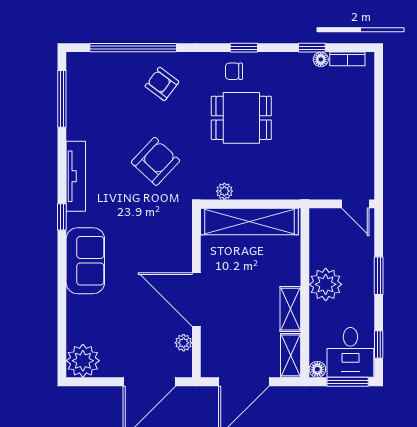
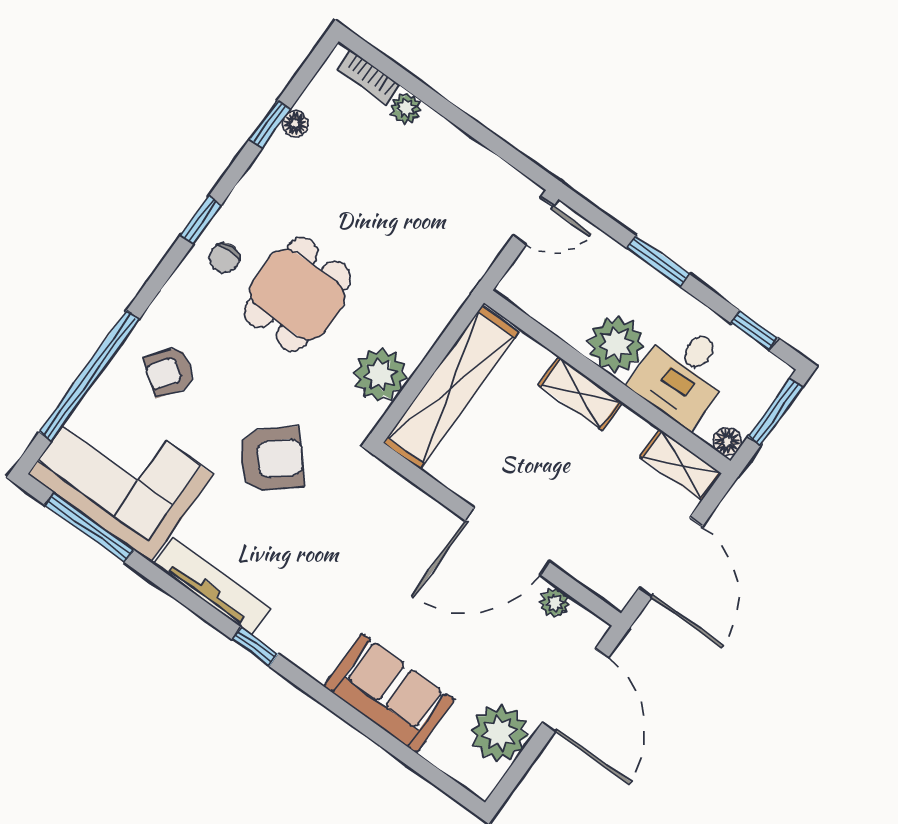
bookcase: (347, 59) -> (368, 77), moved, turned 90
corner sofa: (97, 96) -> (121, 474), added
plant: (365, 106) -> (406, 108), added
armchair: (155, 161) -> (272, 459), turned 96
plant: (224, 191) -> (380, 375), width x1.88, depth x1.88
sofa: (85, 261) -> (389, 693), moved
shelving: (290, 309) -> (580, 394), moved
desk: (350, 352) -> (683, 374), moved, turned 90
plant: (83, 361) -> (499, 733), moved

